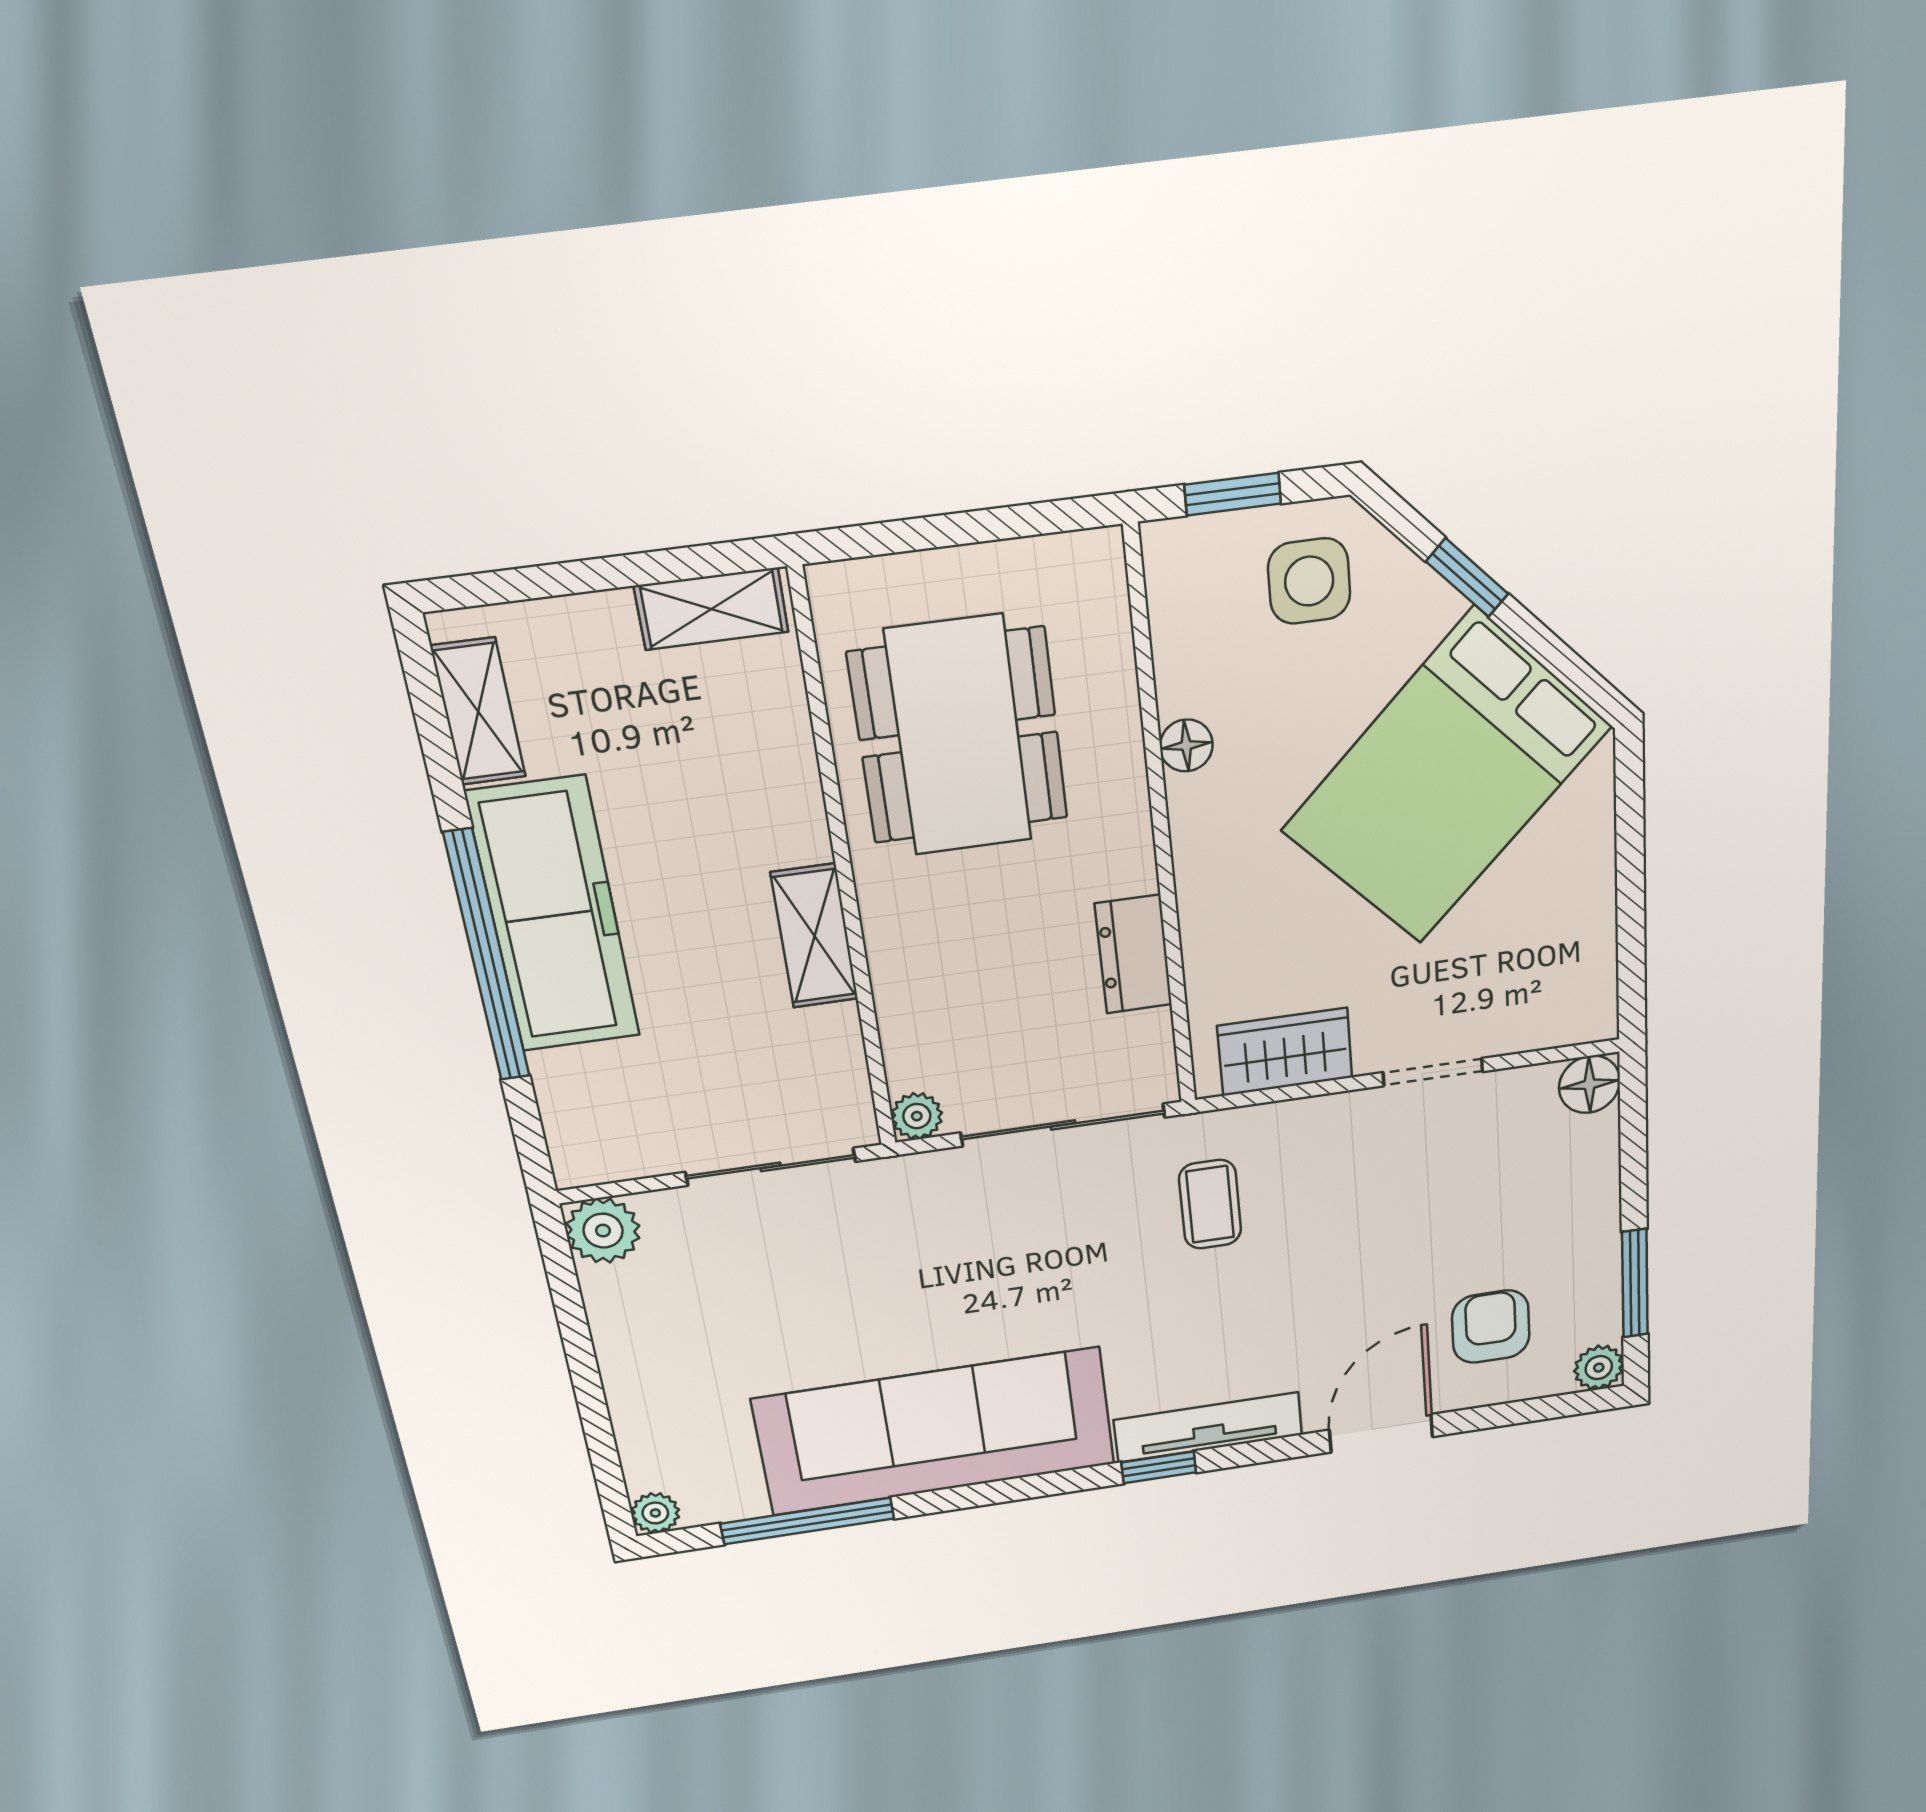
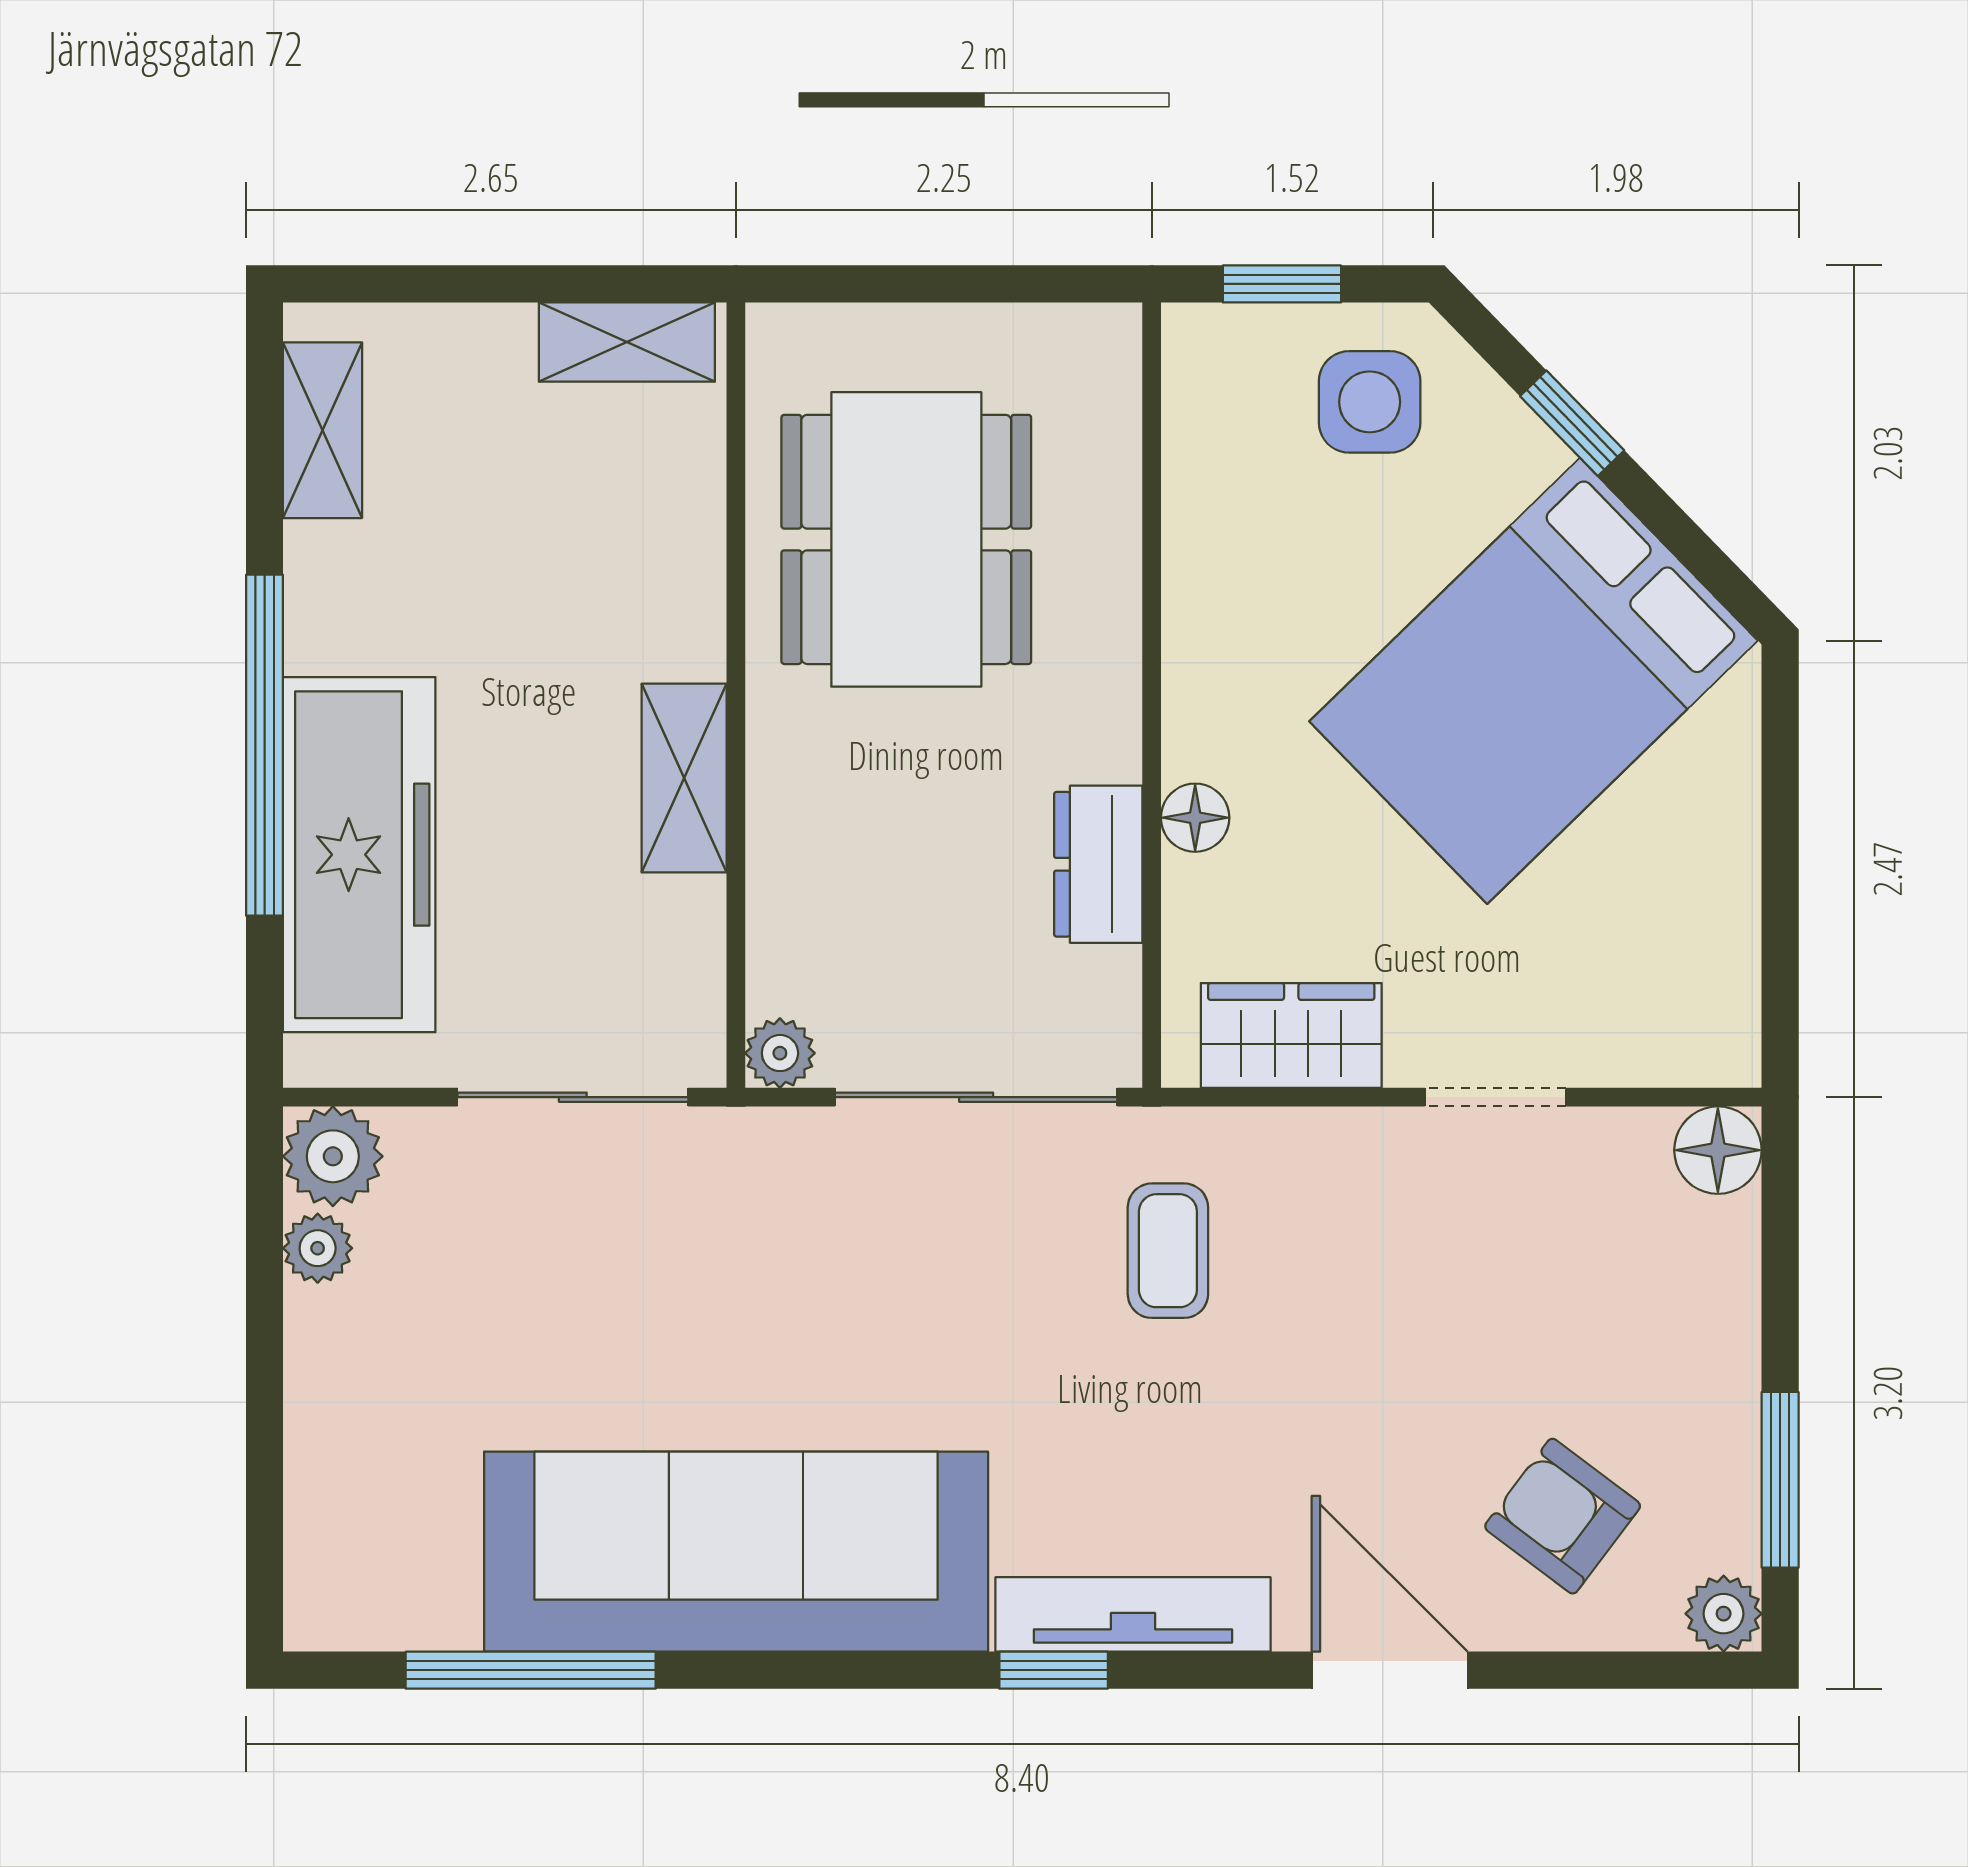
floor lamp: (1186, 745) -> (1195, 818), moved
freezer: (554, 916) -> (359, 855), moved
armchair: (1491, 1327) -> (1563, 1516), turned -53
door: (1381, 1433) -> (1390, 1670), hinge flipped
plant: (655, 1513) -> (318, 1248), moved

